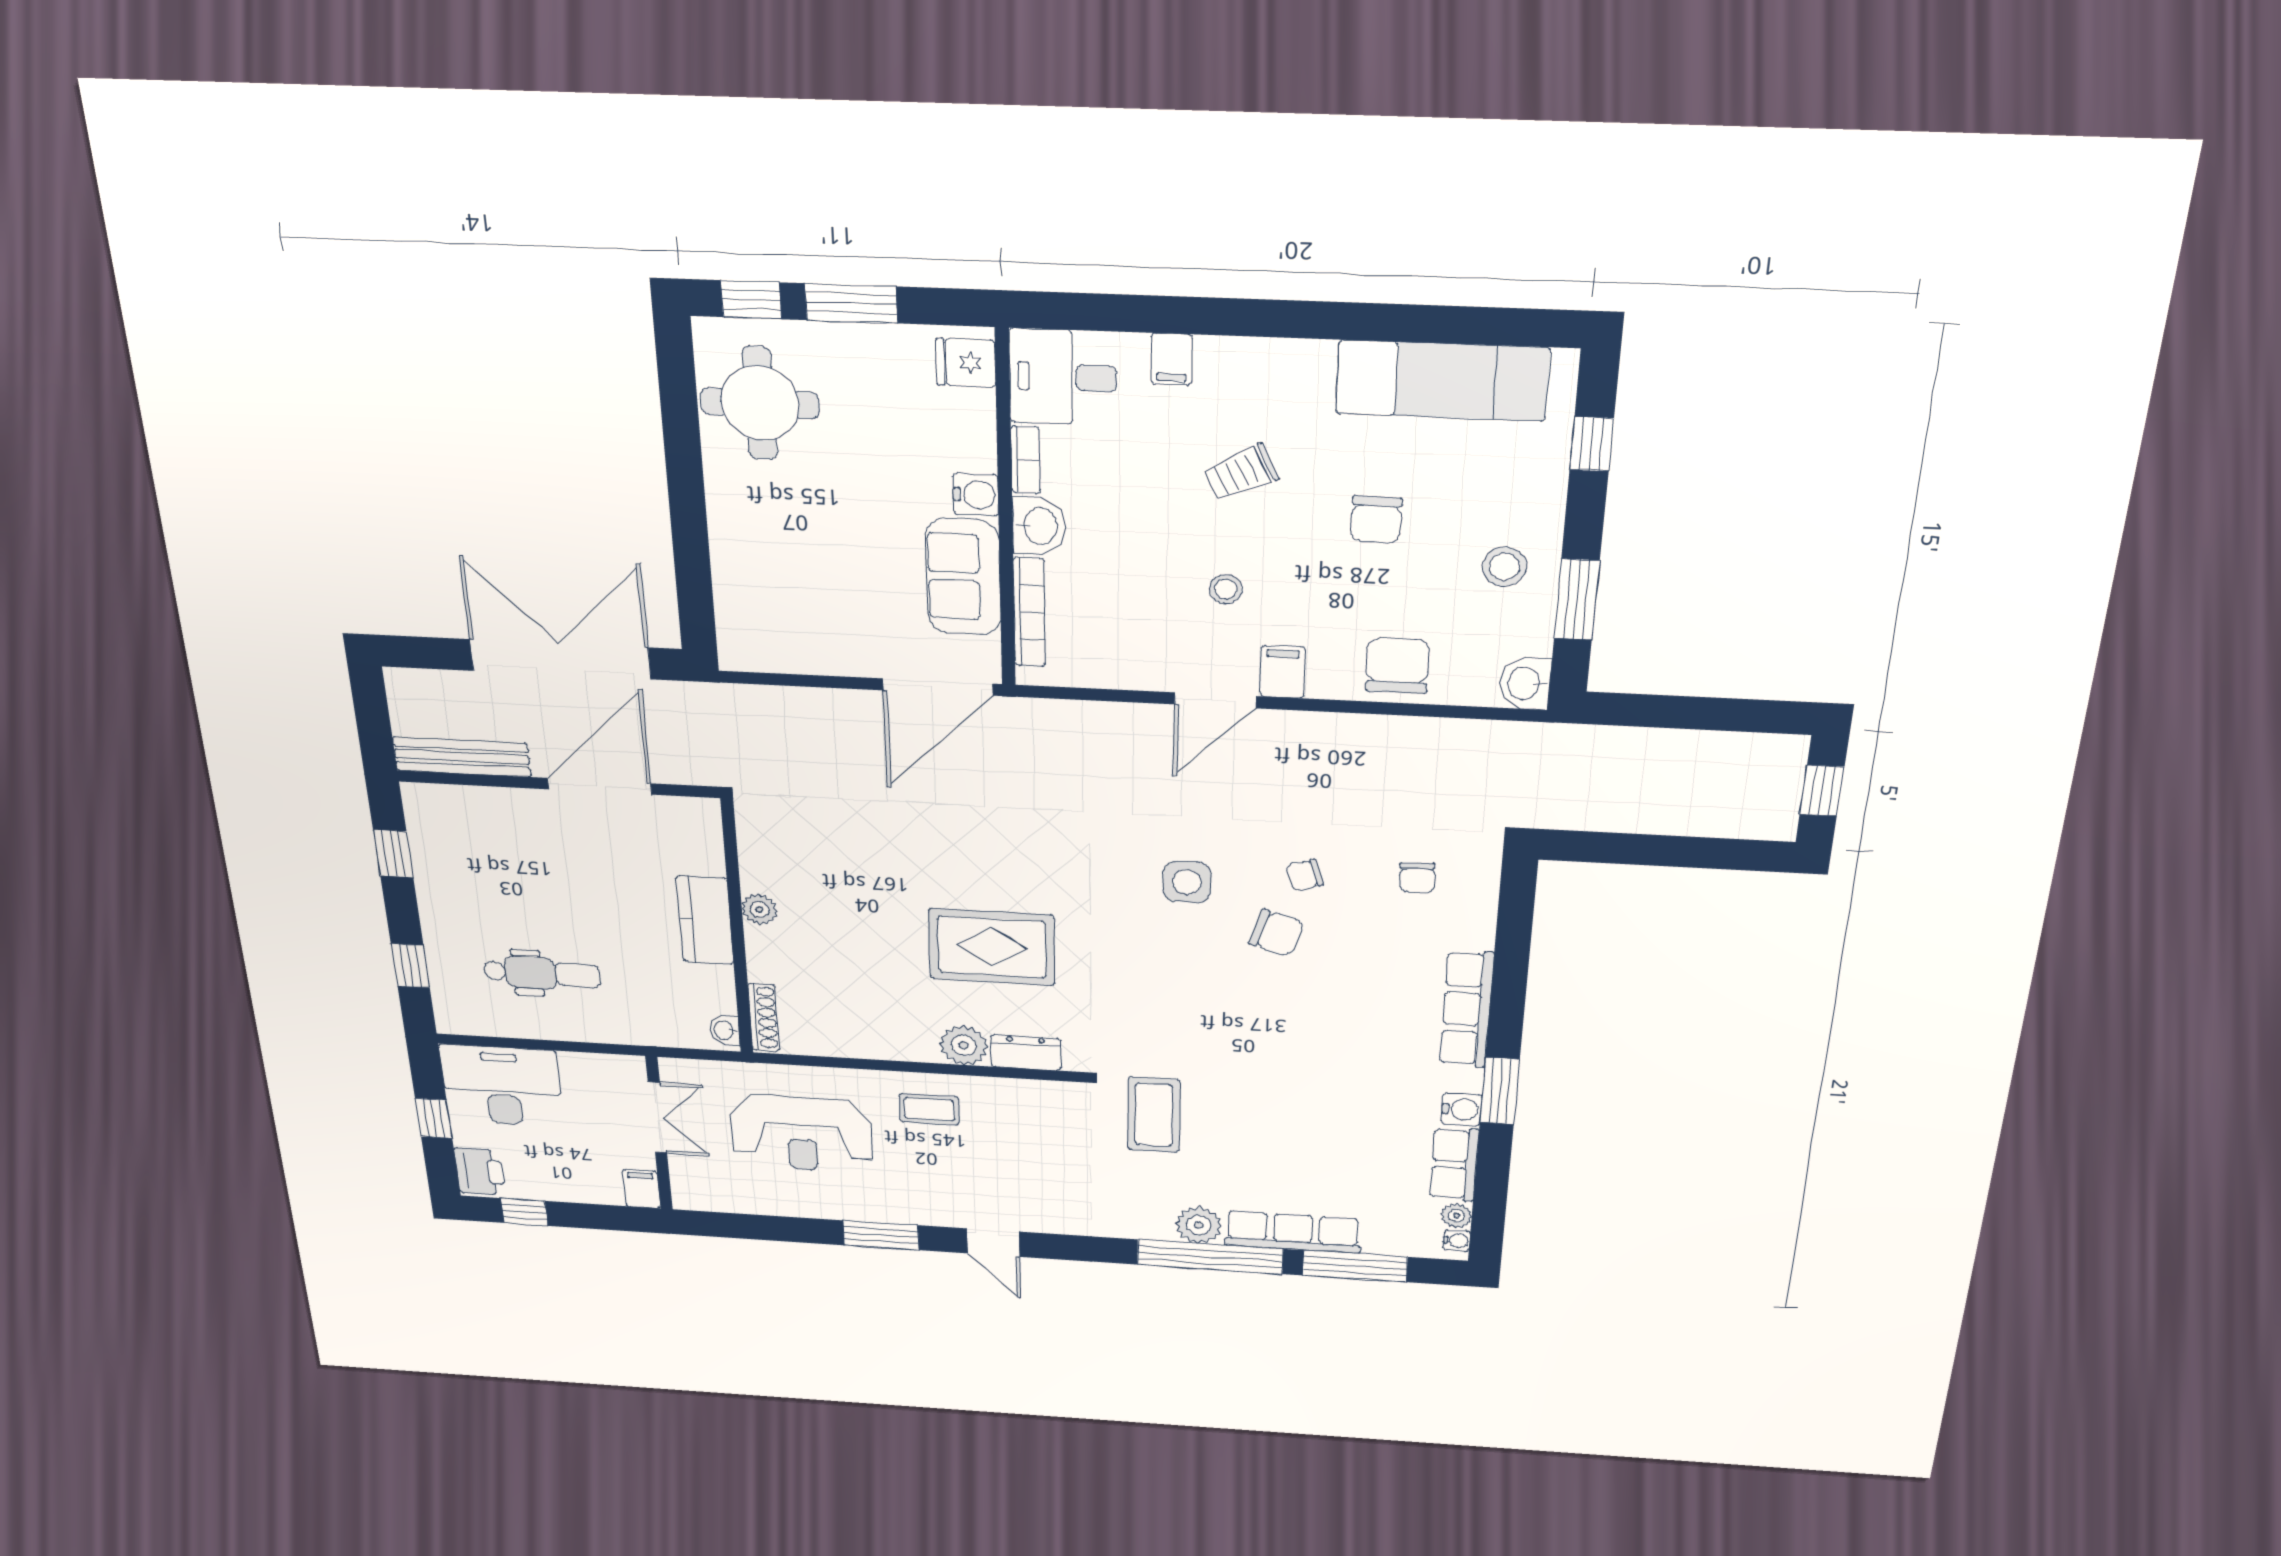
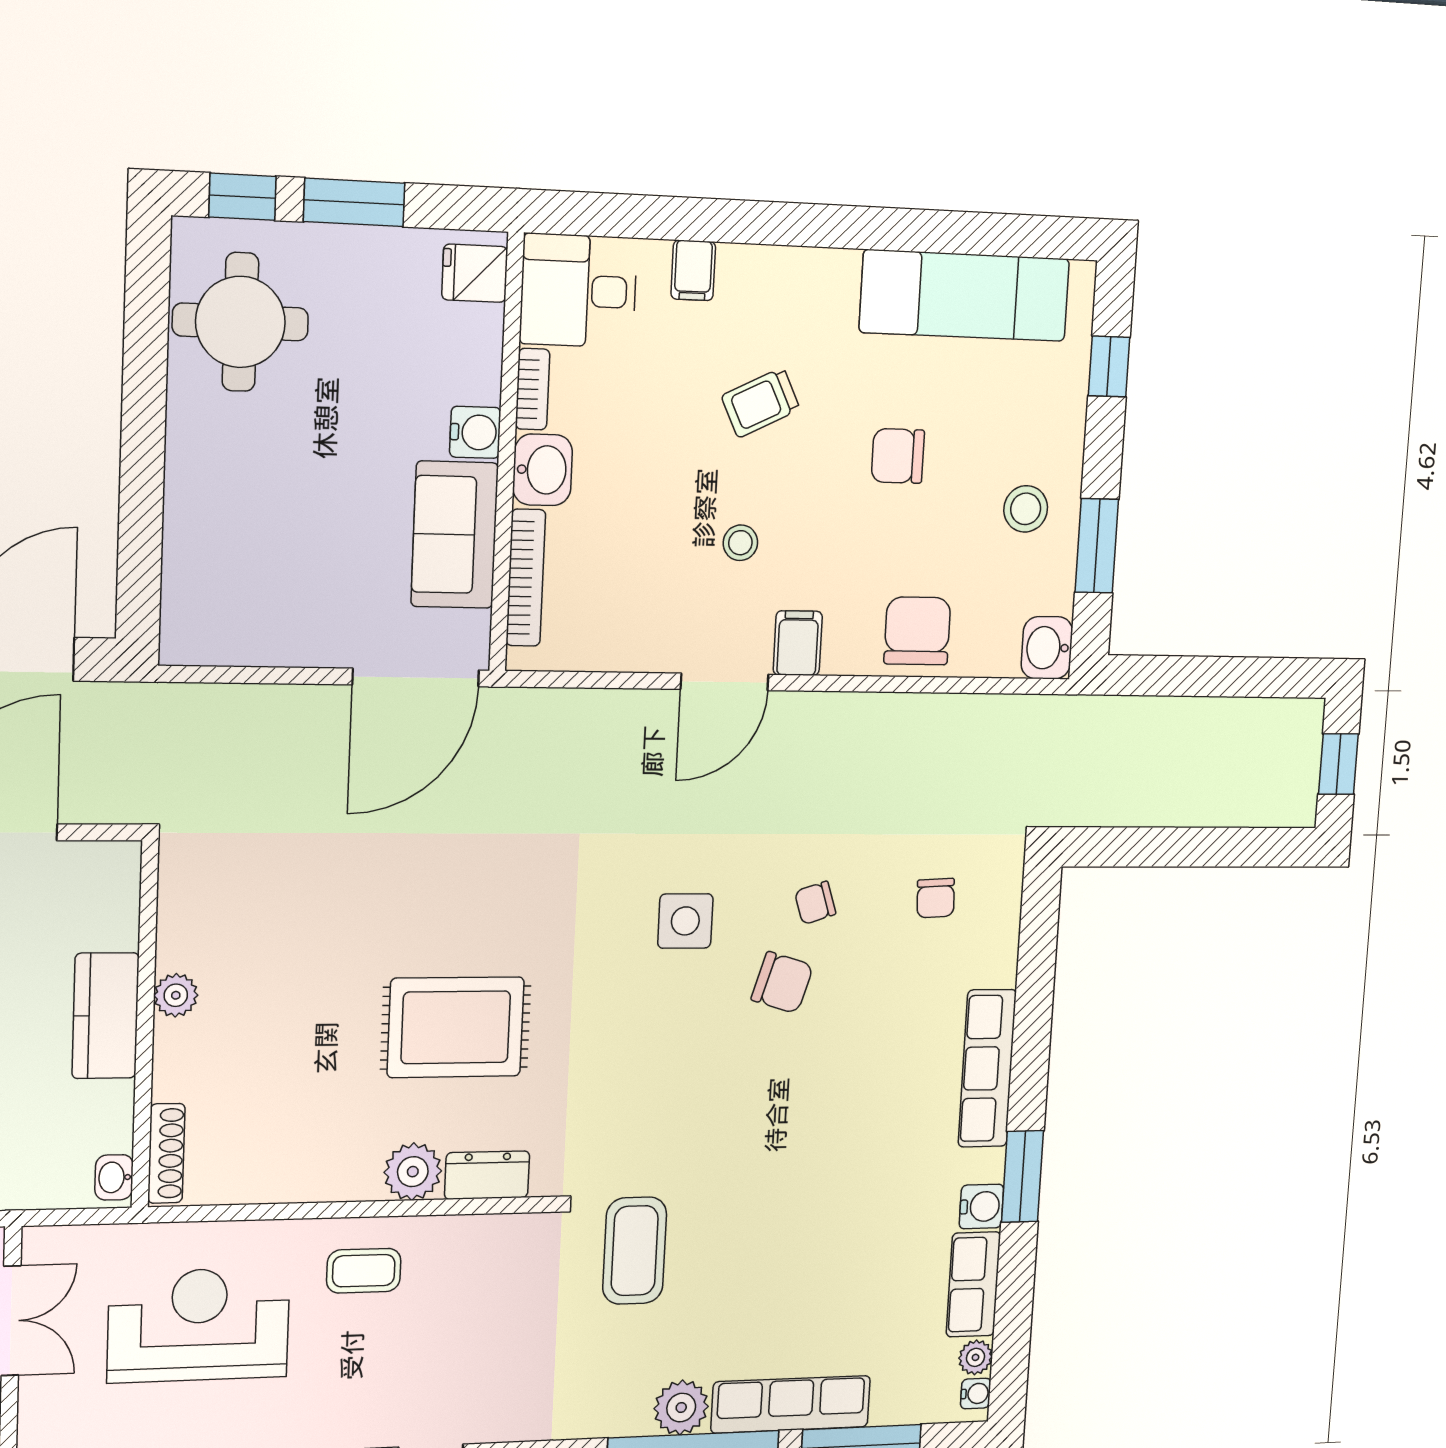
chair: (1376, 520) -> (898, 456), turned 89
reception desk: (802, 1133) -> (199, 1325), turned 180

